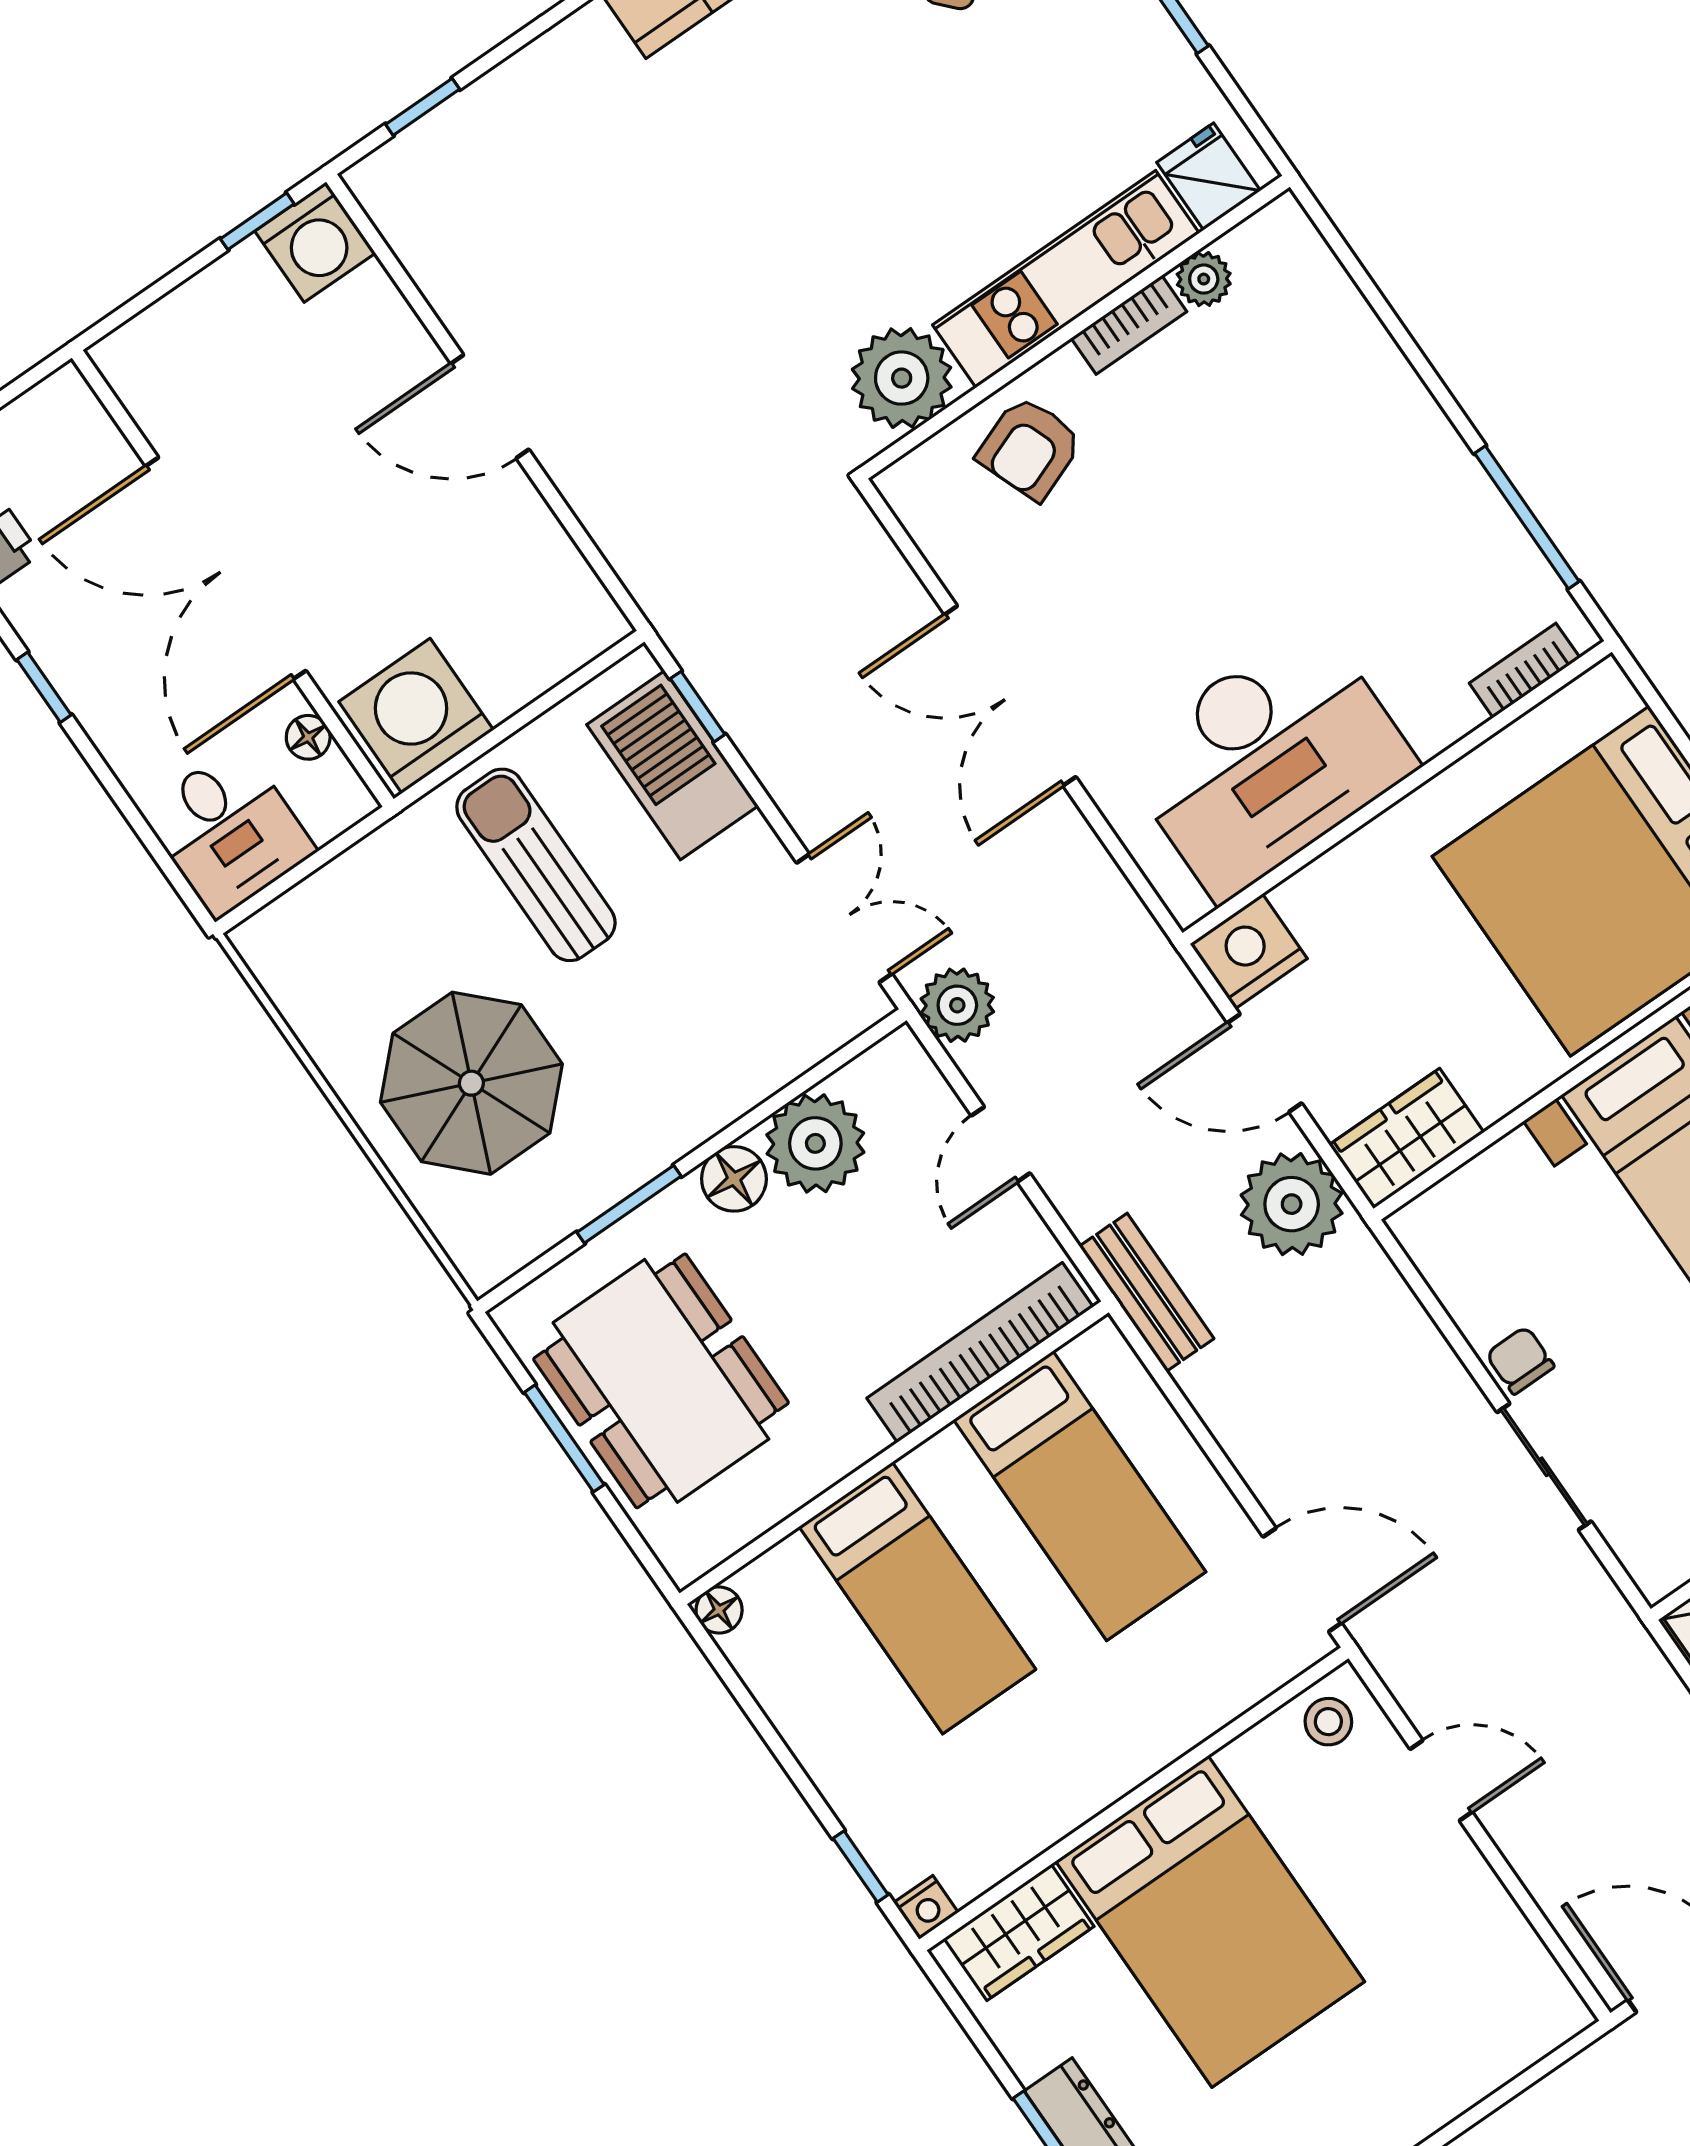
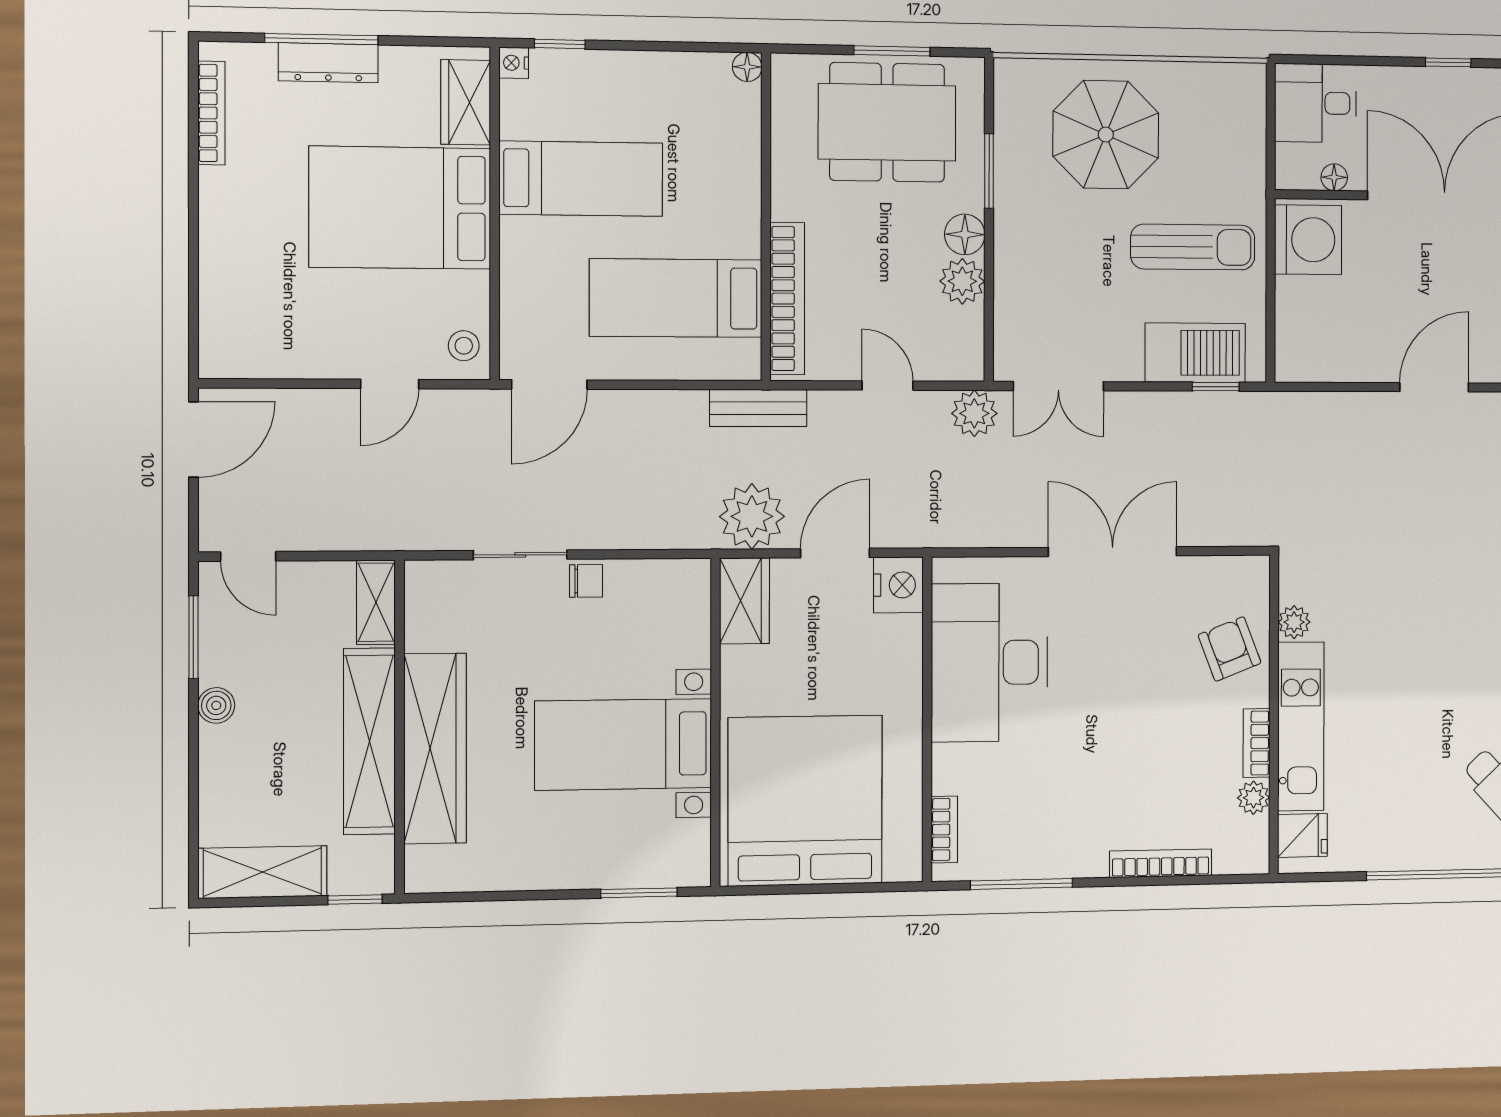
bookcase: (1375, 347) -> (1161, 863), added
plant: (902, 378) -> (1294, 622), width x0.53, depth x0.53
plant: (815, 1143) -> (962, 281), width x0.73, depth x0.73
bed: (917, 1598) -> (581, 179), moved, turned 180

